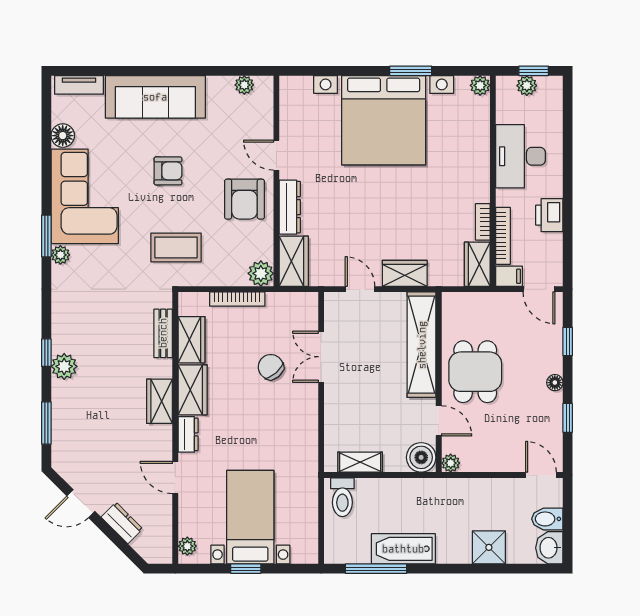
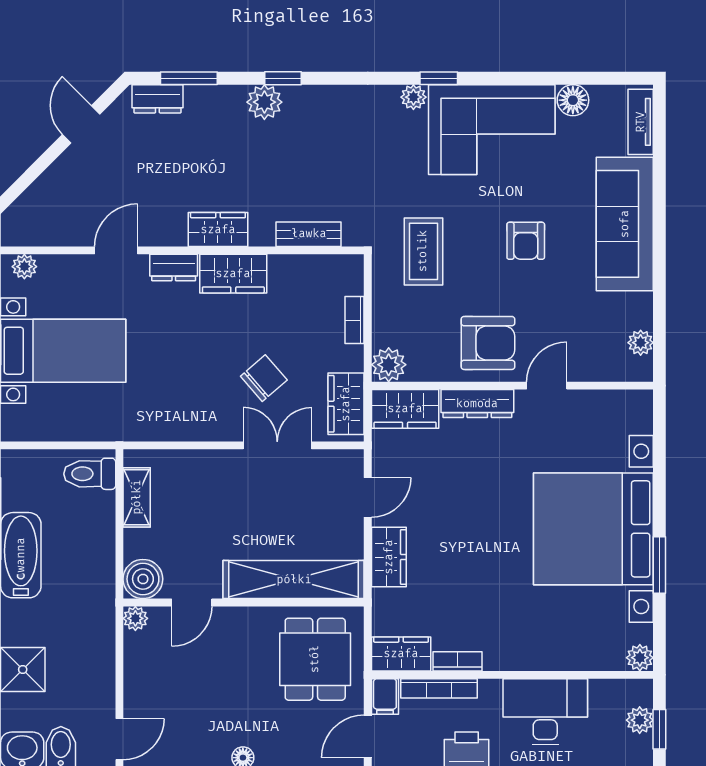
armchair: (244, 199) -> (488, 343), turned 180
window: (46, 236) -> (439, 78), width x0.67
bookcase: (237, 299) -> (355, 320), width x0.64
wardrobe: (191, 340) -> (346, 404), moved, turned 90
dining table: (475, 372) -> (315, 659), moved, turned 90
dresser: (122, 523) -> (157, 99), moved, turned 45

